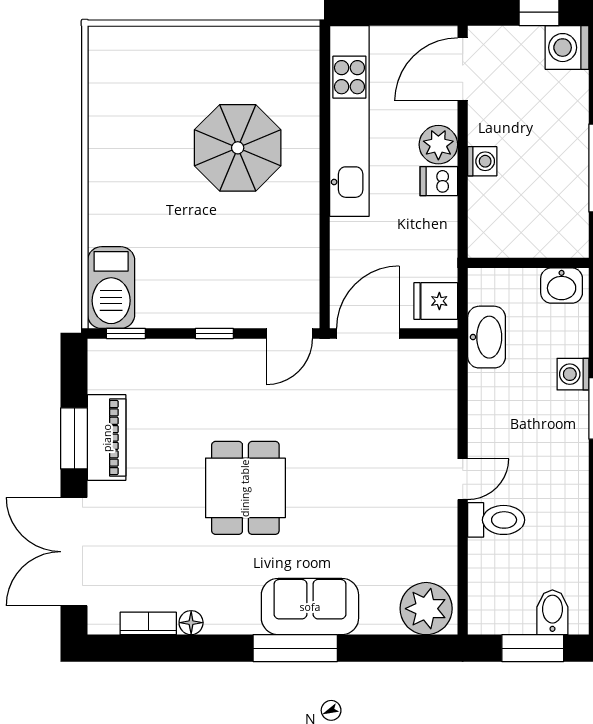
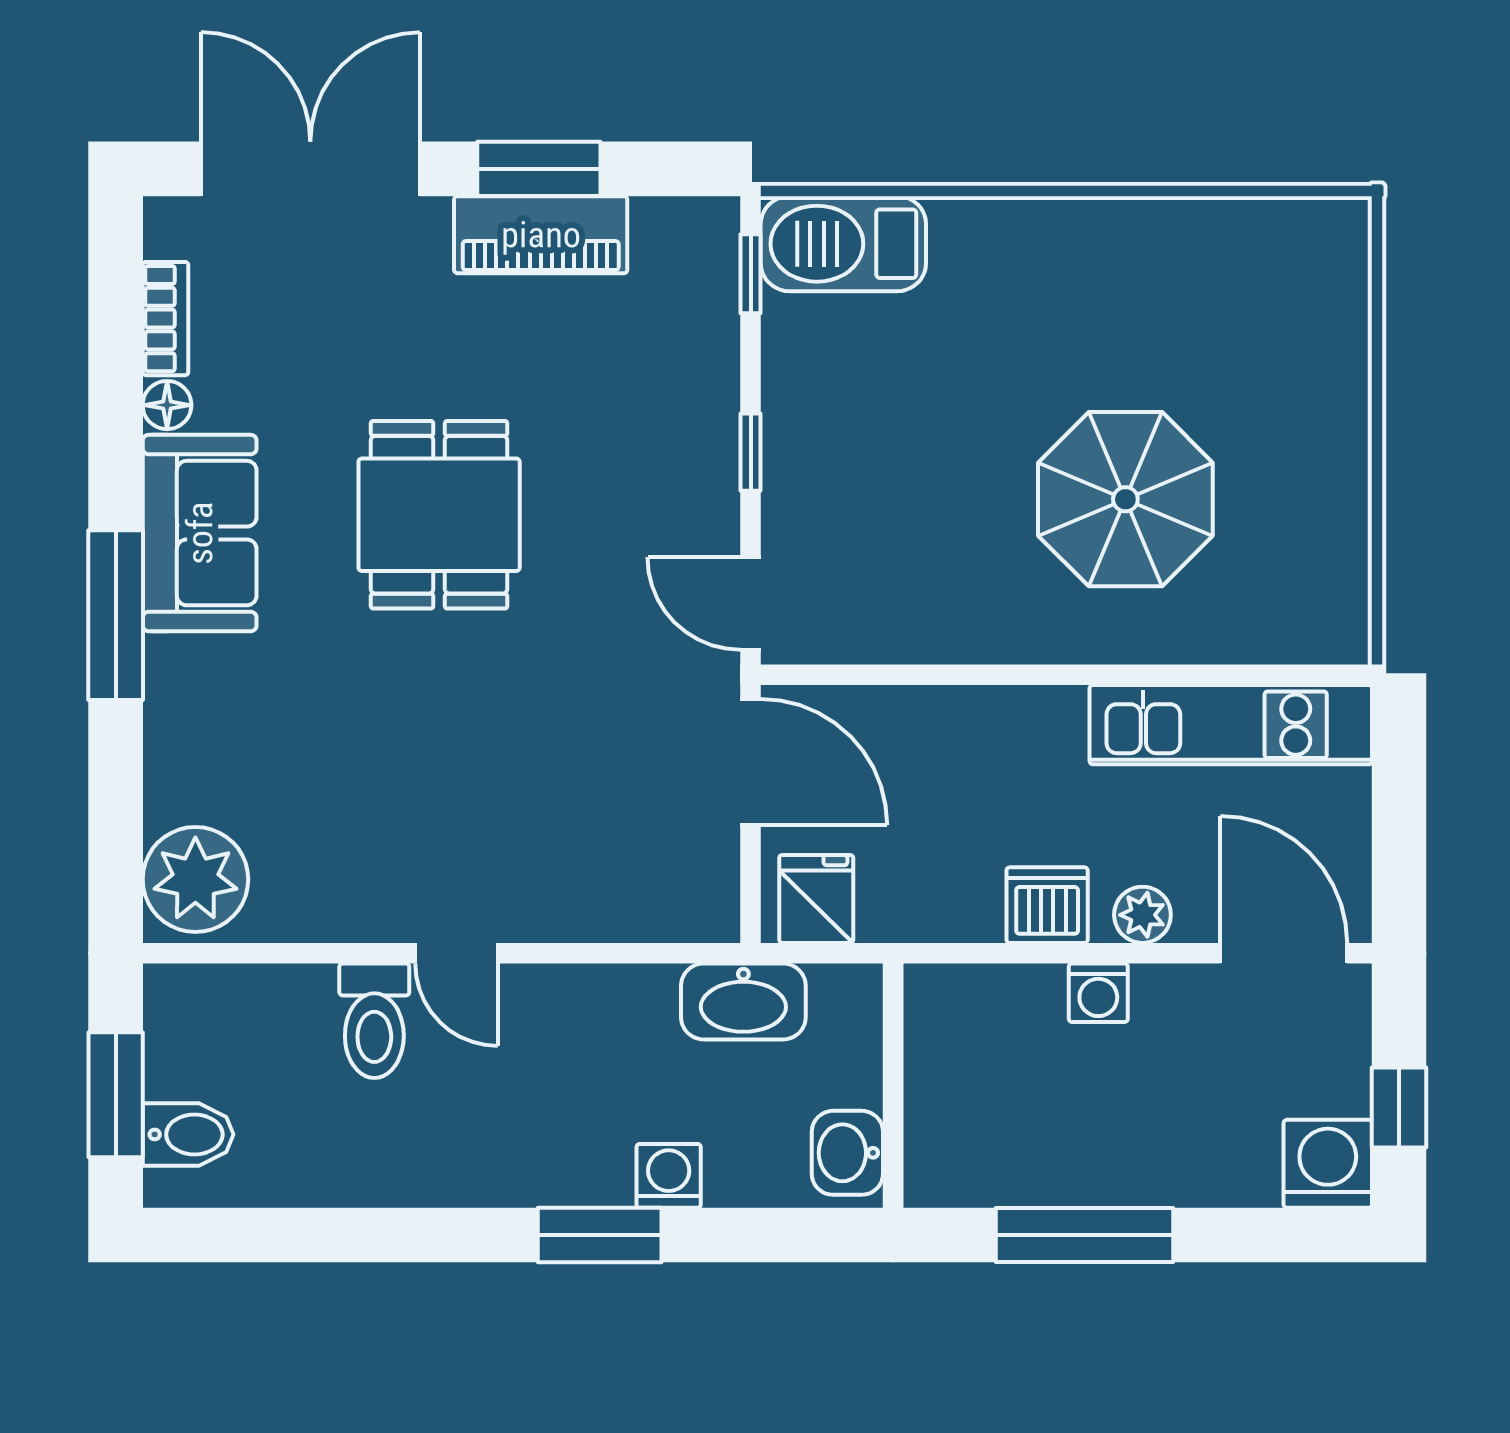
kitchen unit: (349, 121) -> (1231, 725), width x0.73
plant: (438, 145) -> (1142, 915), width x0.73, depth x0.73
dishwasher: (439, 181) -> (1047, 905), width x1.38
dining table: (245, 488) -> (439, 515), turned 90
sofa: (310, 607) -> (200, 533), moved

